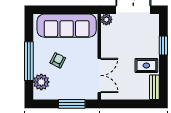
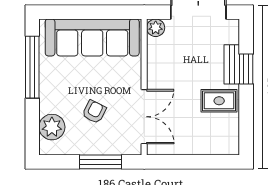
armchair: (58, 60) -> (94, 112), moved
window: (29, 61) -> (32, 67), moved
bench: (154, 87) -> (232, 64), moved

